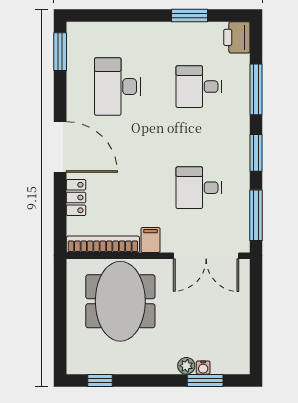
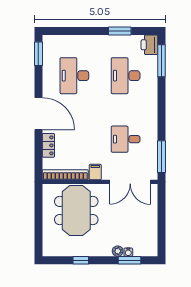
desk: (199, 87) -> (126, 76), width x1.37
window: (256, 89) -> (161, 61), moved
window: (256, 153) -> (161, 117), removed
window: (100, 380) -> (81, 260), moved

